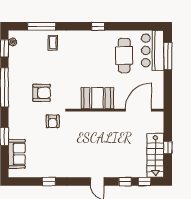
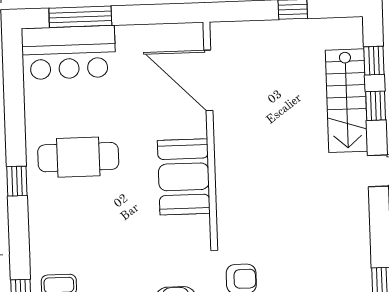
cafe table: (124, 55) -> (78, 157), moved
stairs: (155, 155) -> (346, 101), moved, turned 90

